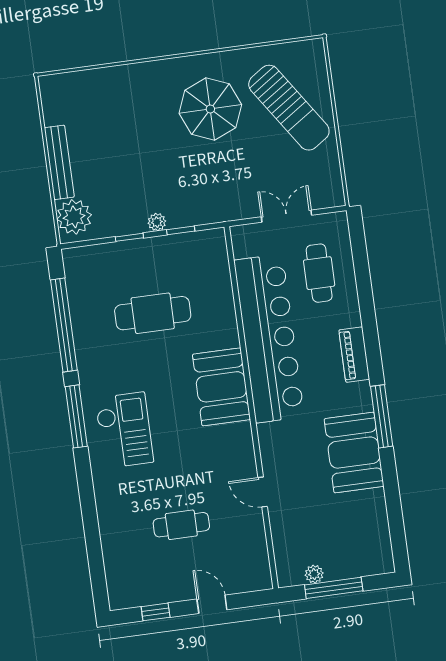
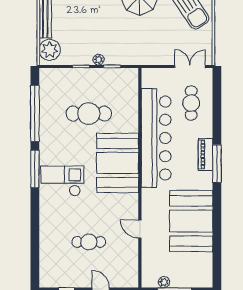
double door: (286, 216) -> (190, 66), moved
booth: (221, 387) -> (118, 163), width x1.36, depth x1.42
window: (382, 416) -> (217, 164), moved
checkout: (124, 430) -> (62, 181), turned -90
booth: (354, 453) -> (191, 221), width x1.36, depth x1.42

